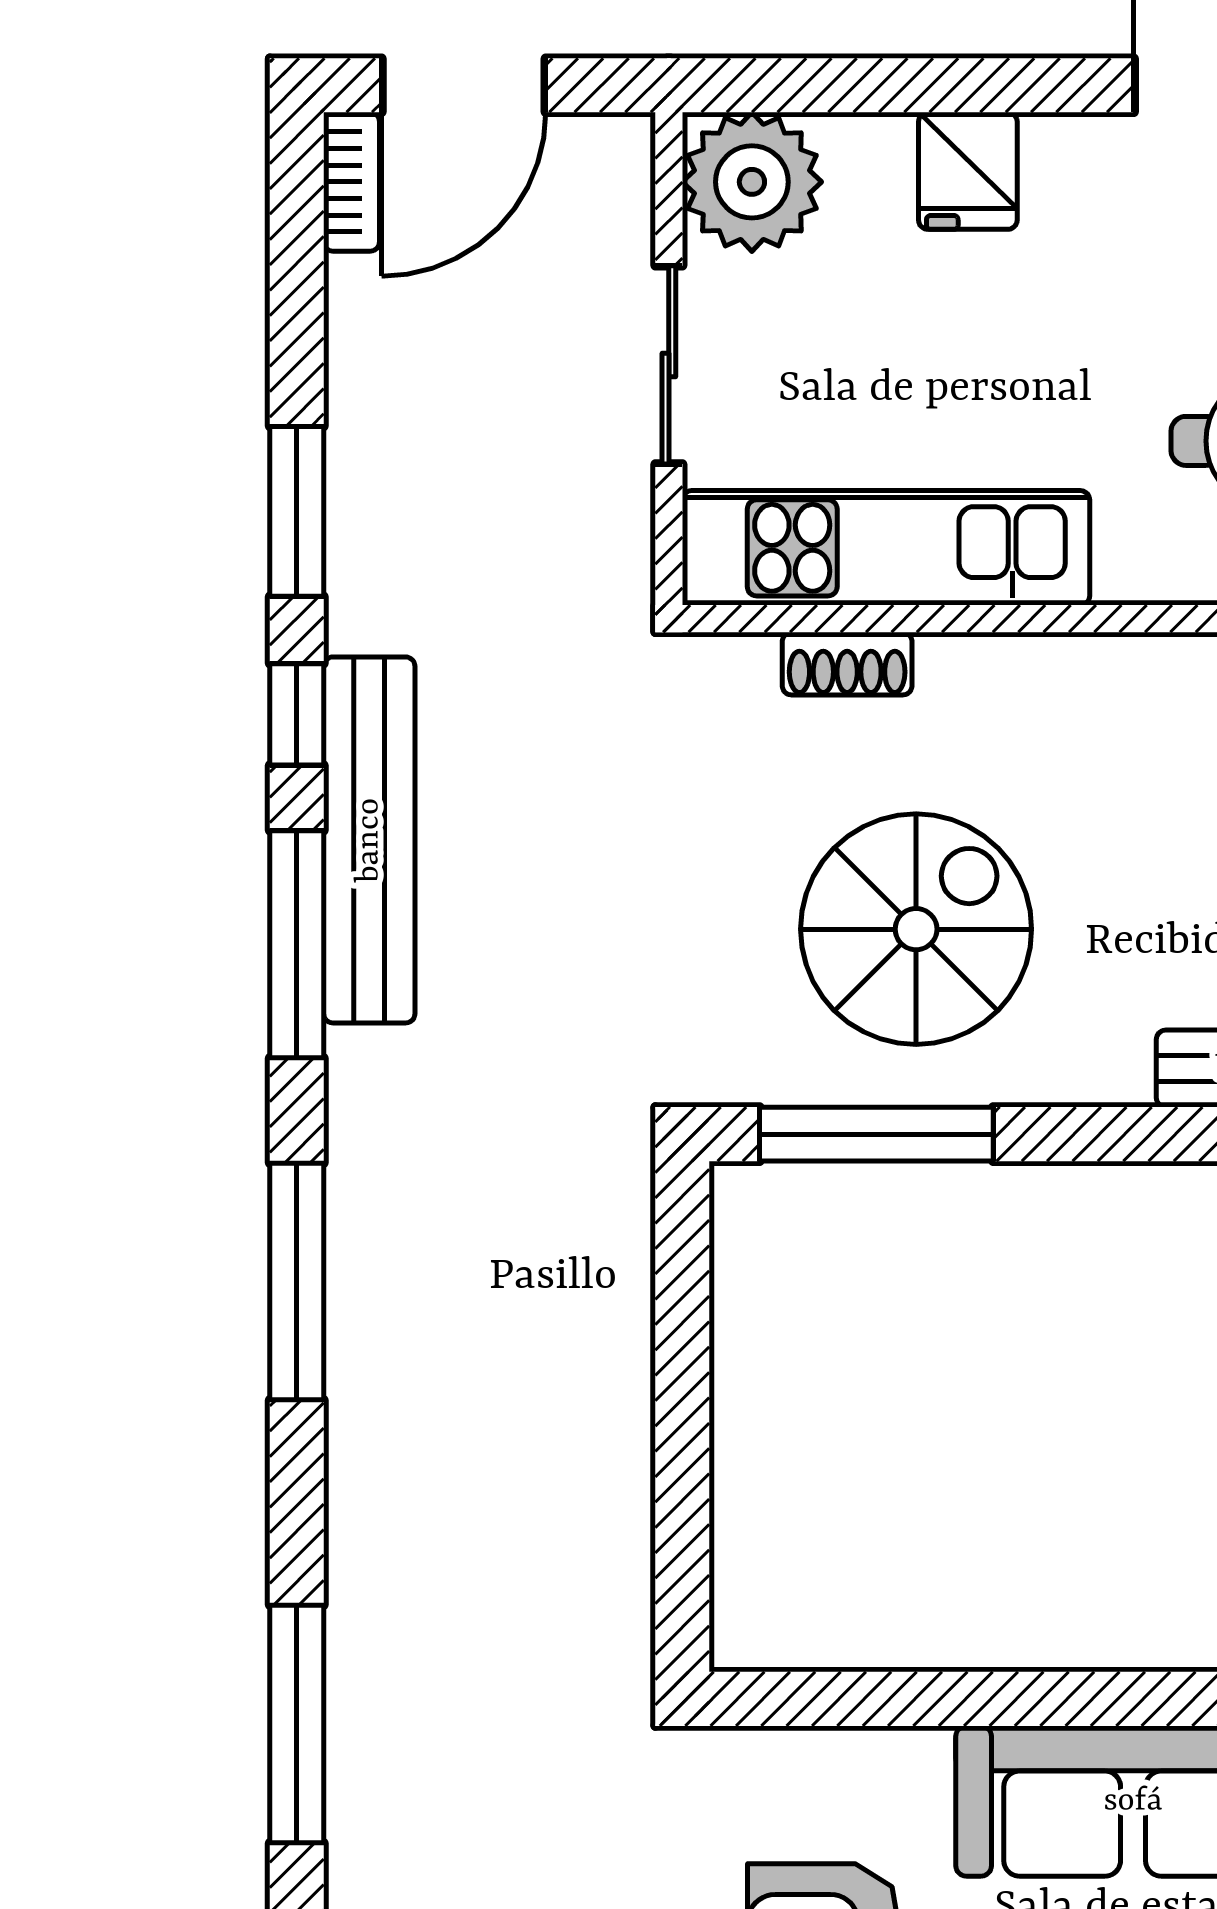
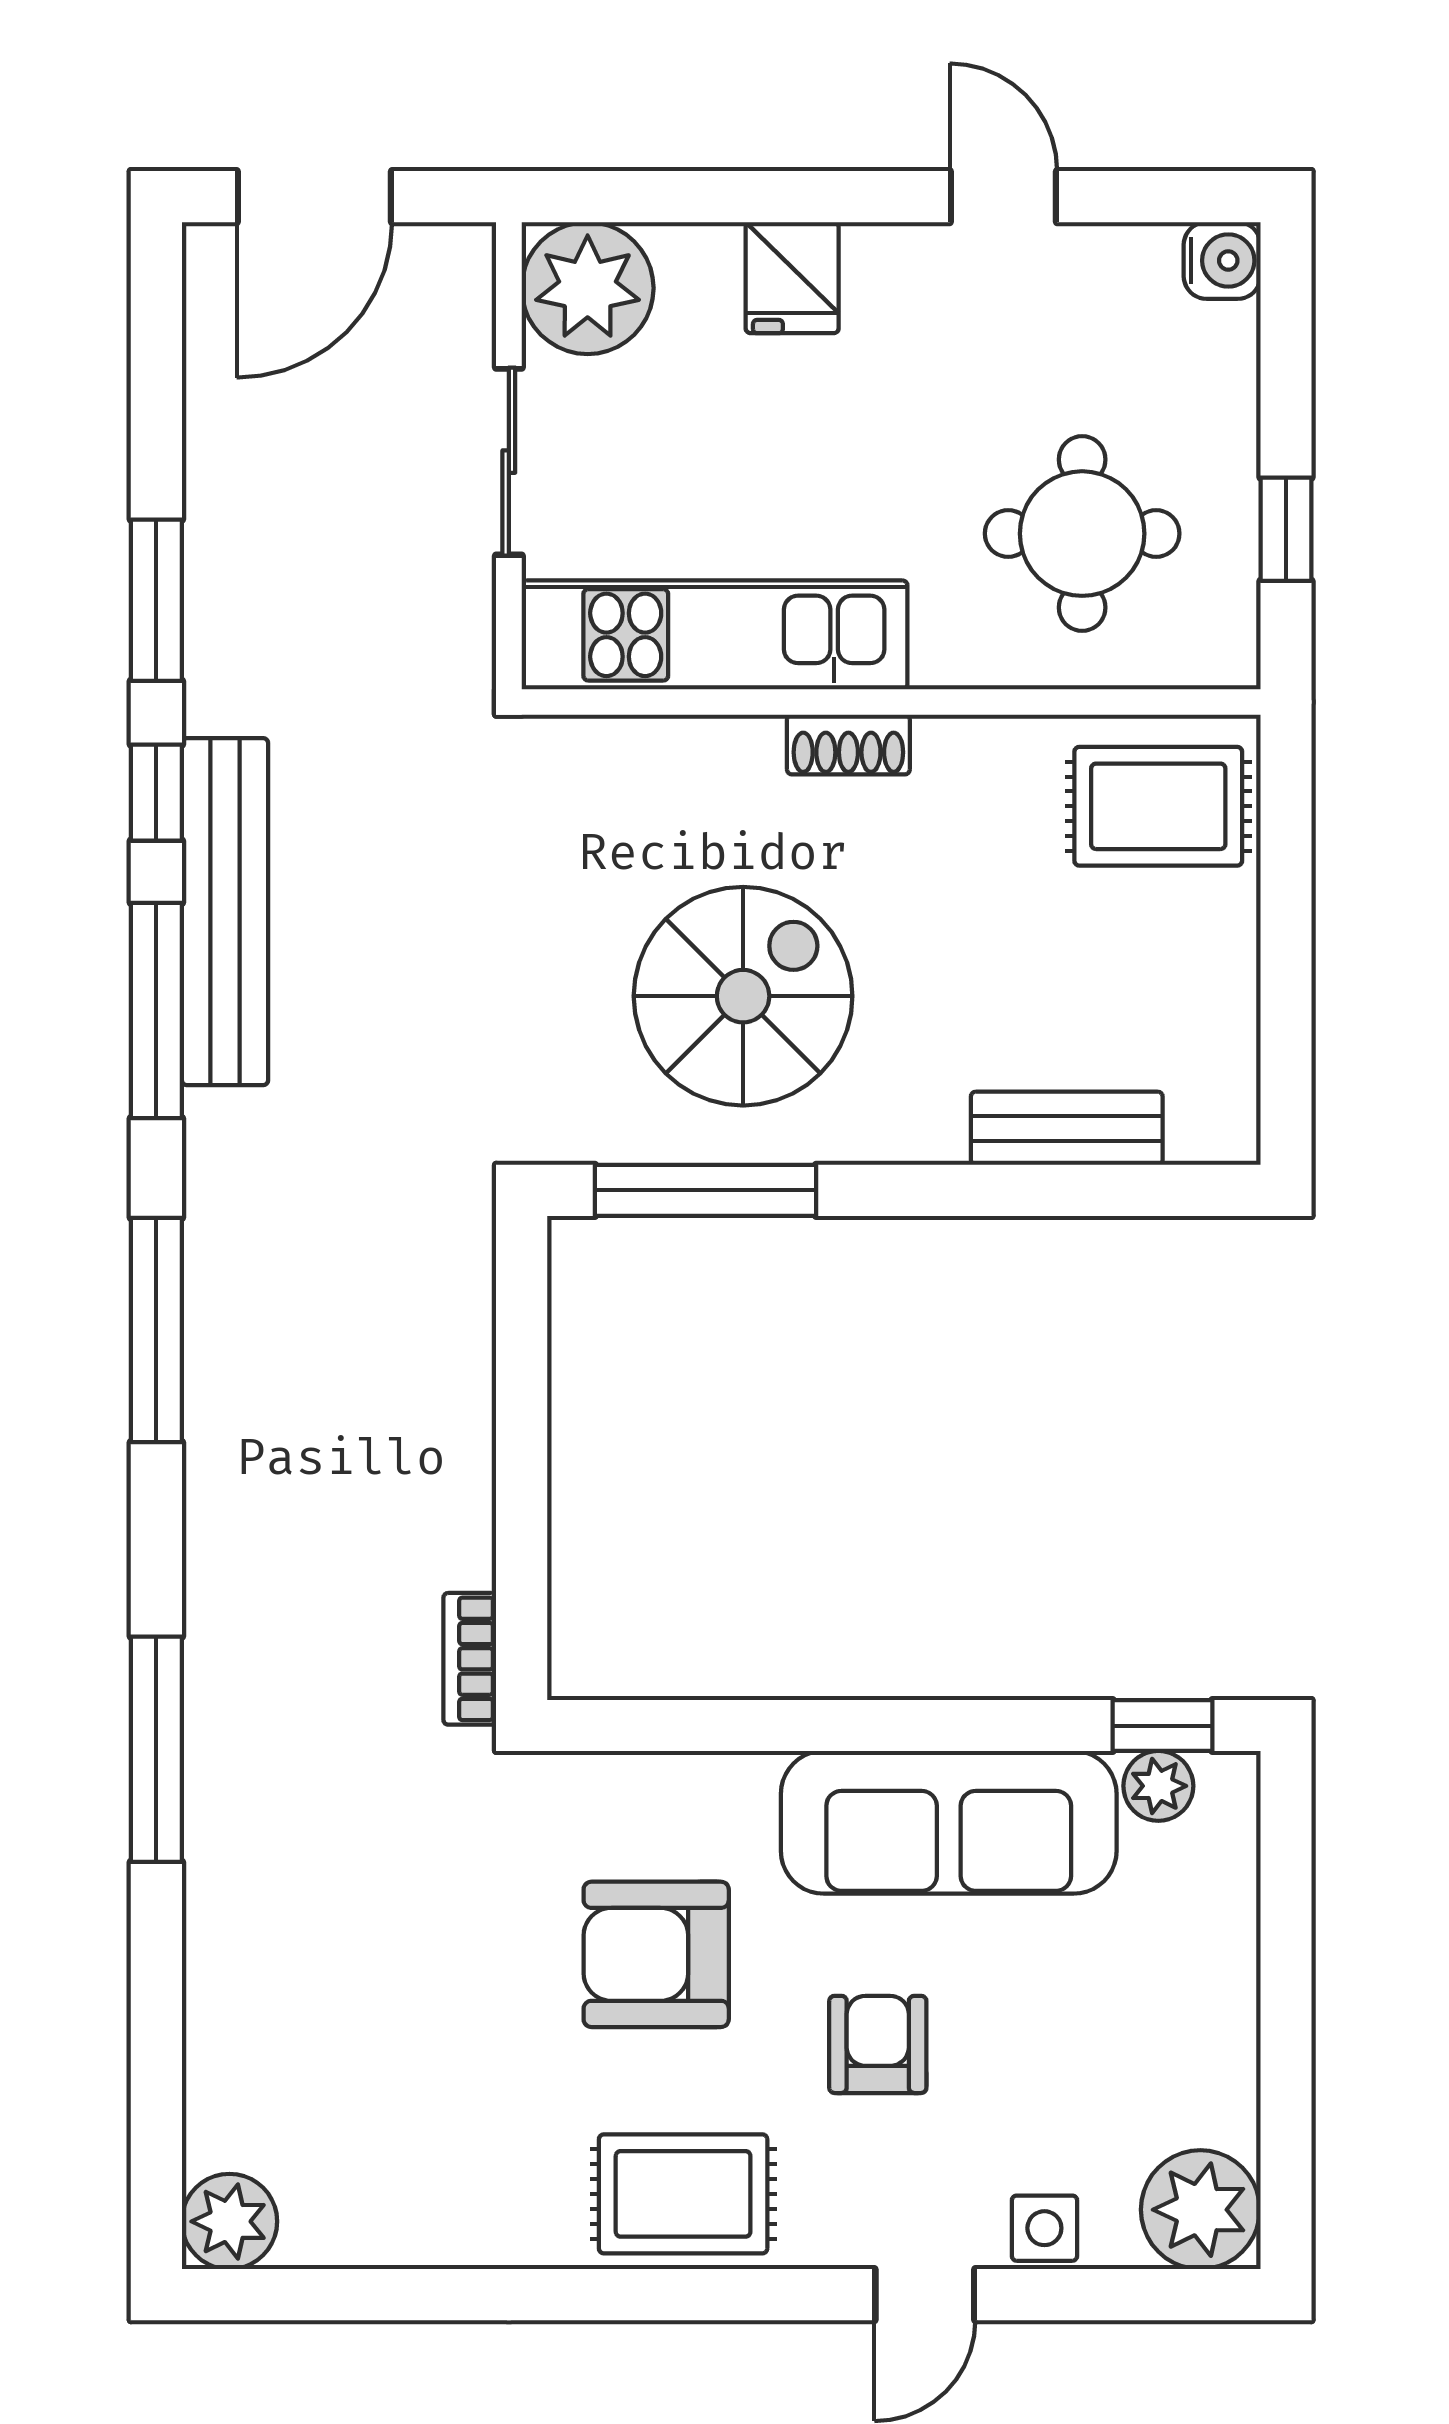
bookcase: (352, 182) -> (470, 1659), moved, turned 180
shoe rack: (847, 664) -> (848, 745), moved

